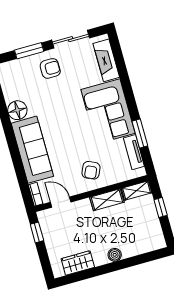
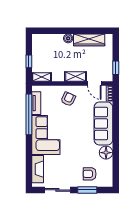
armchair: (50, 68) -> (90, 174), moved
window: (140, 133) -> (29, 114), width x2.11
shelving: (107, 200) -> (76, 76), moved
wardrobe: (78, 263) -> (89, 40), width x1.50

